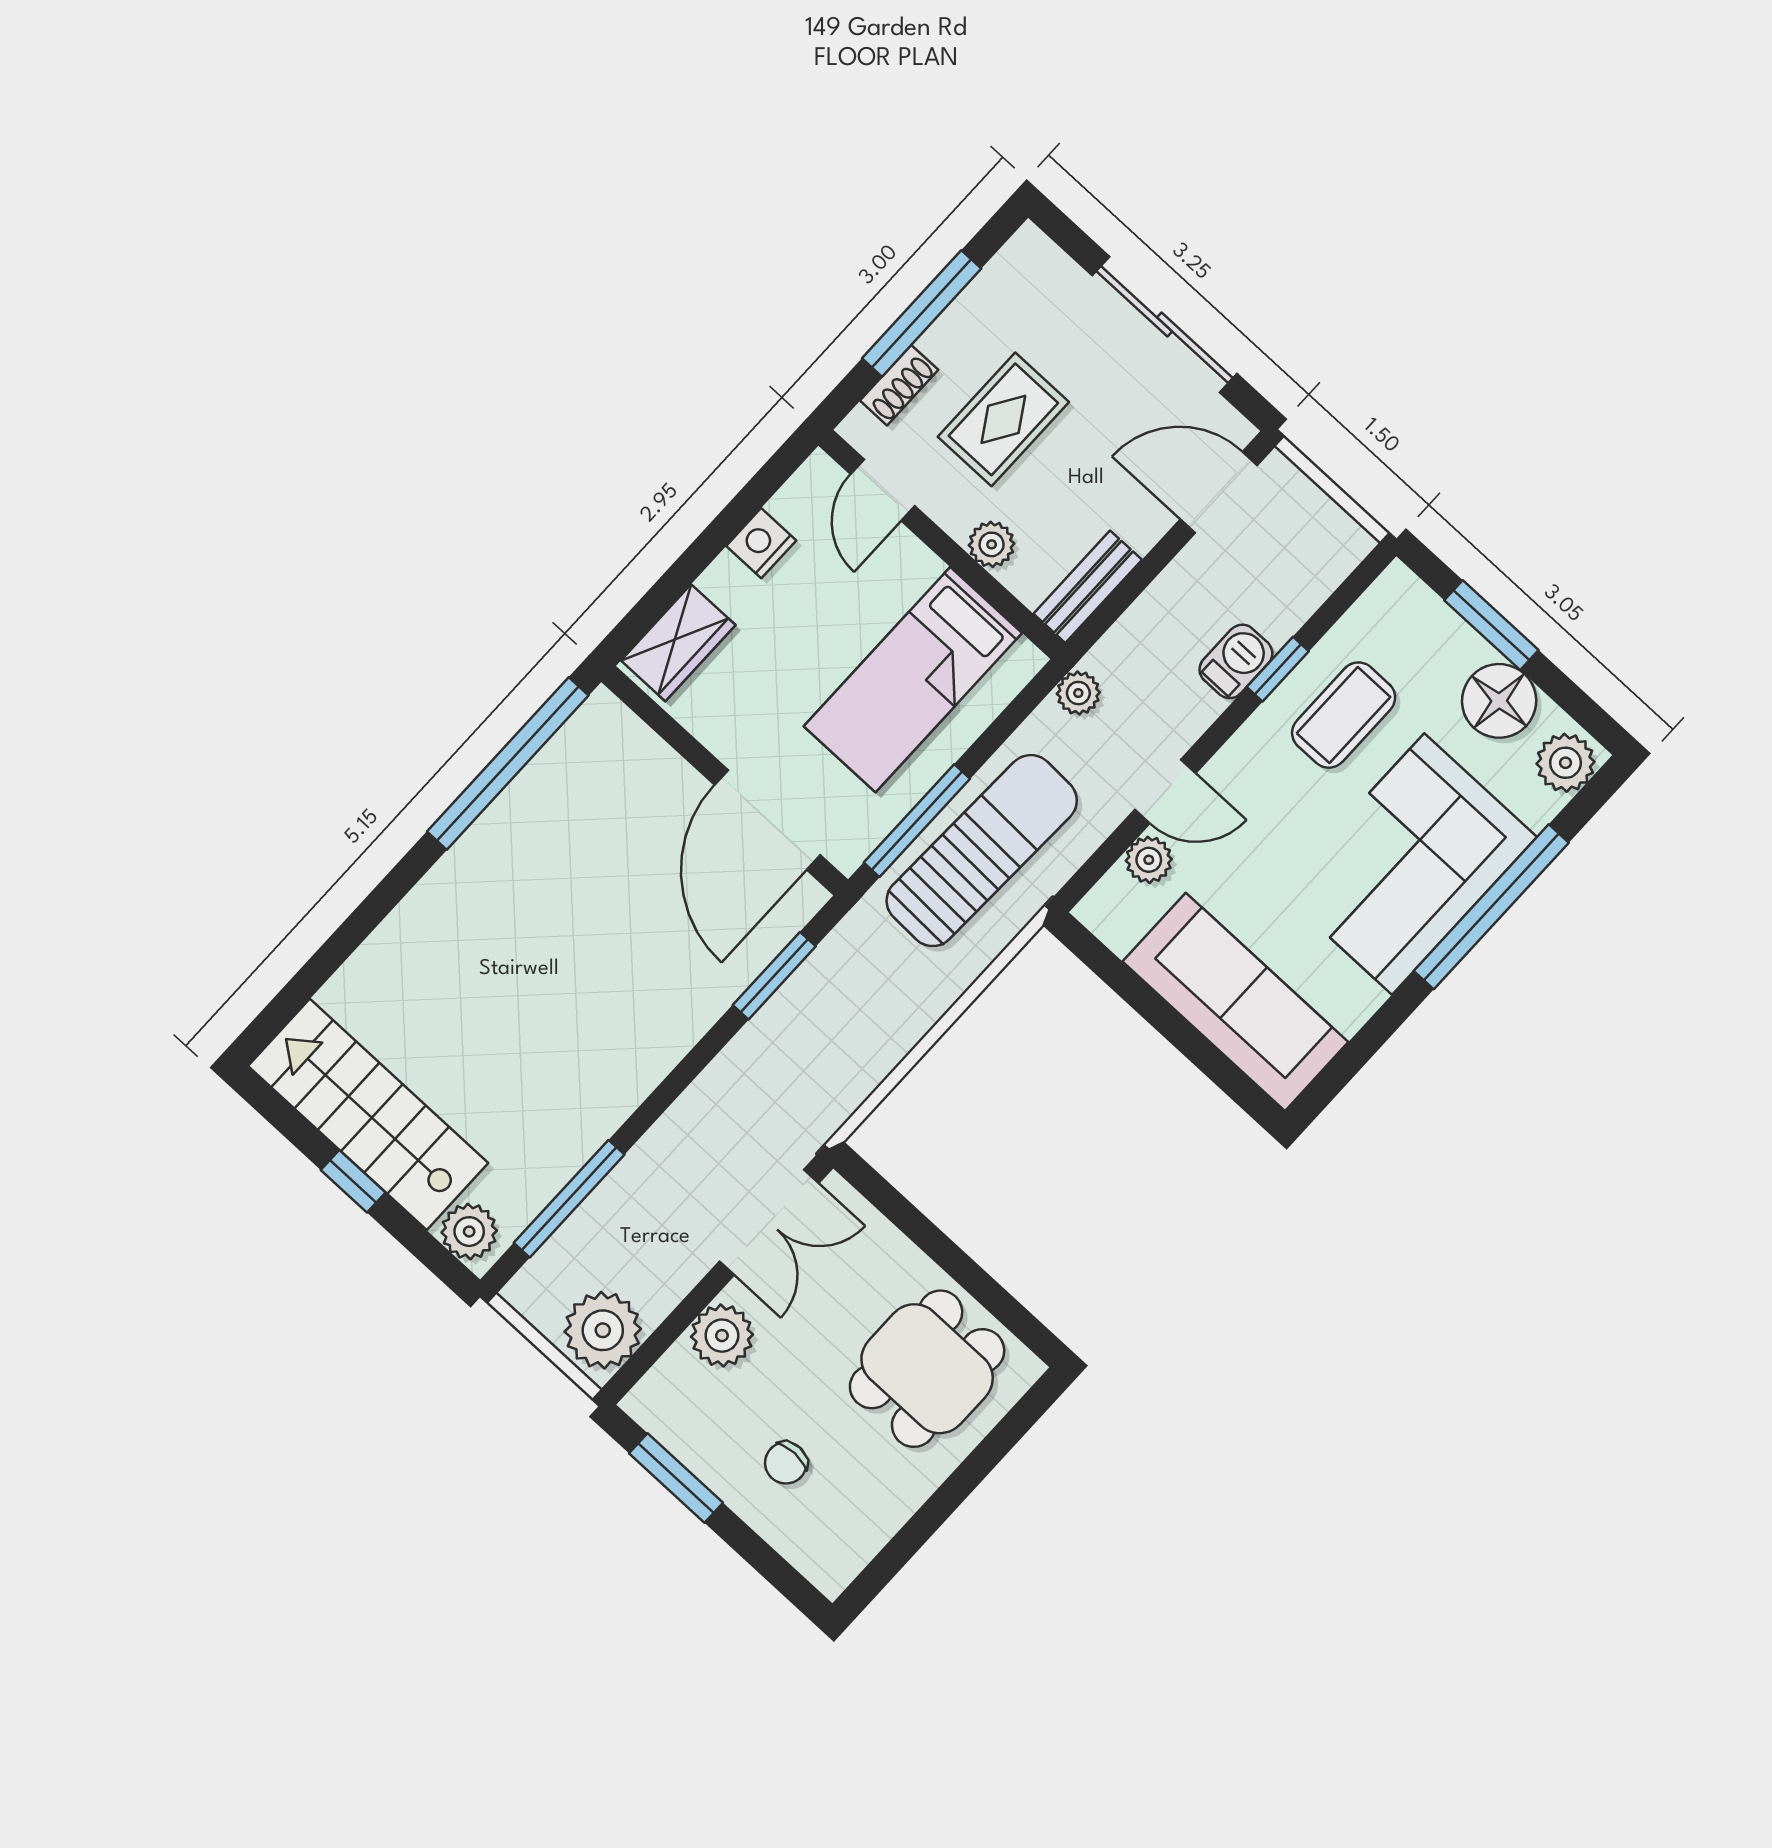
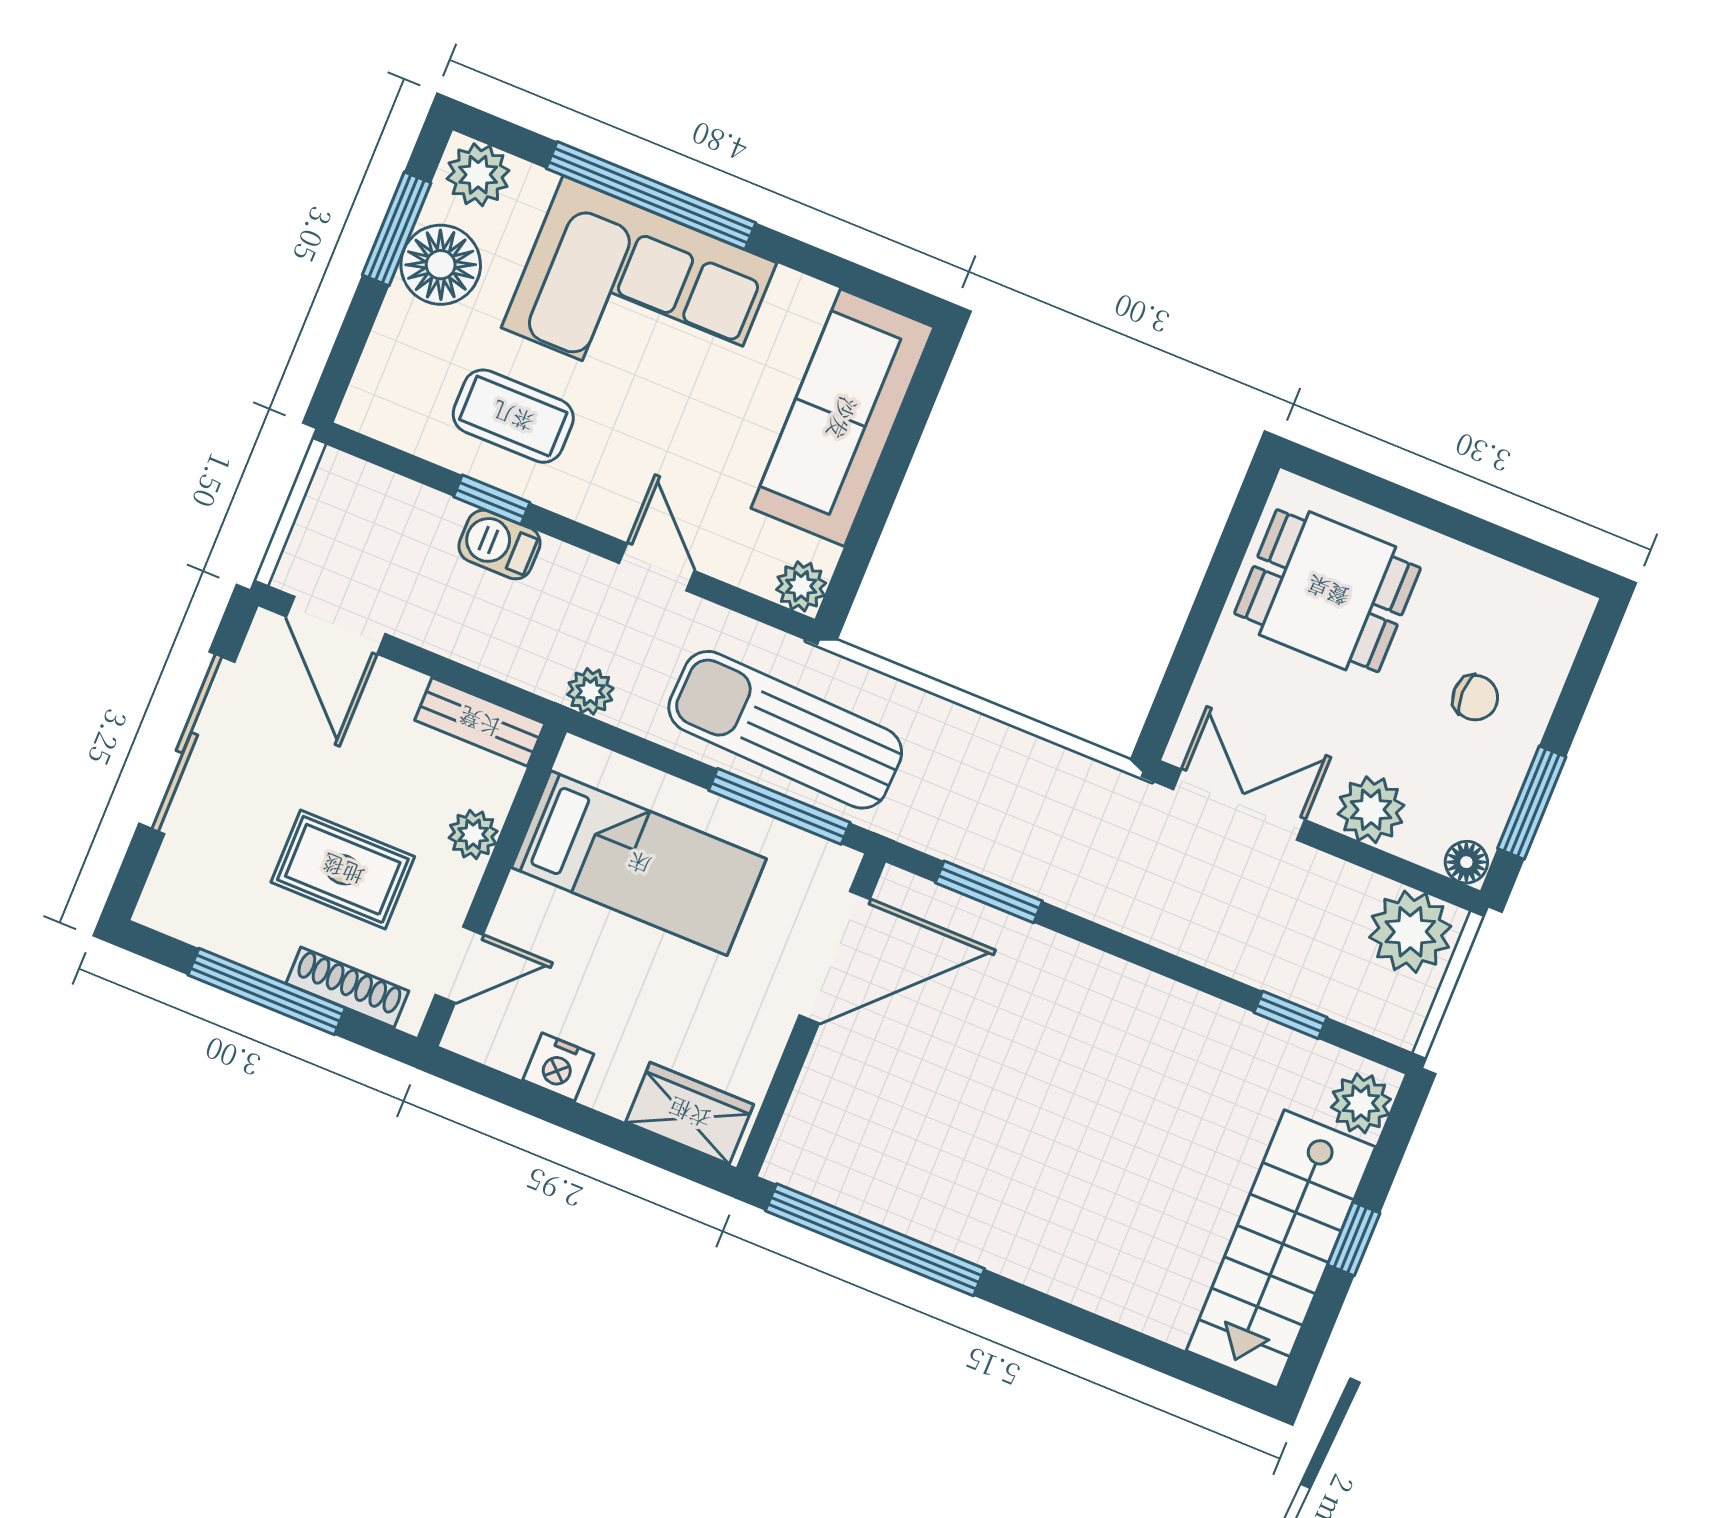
shoe rack: (899, 385) -> (347, 987), width x1.43
window: (1491, 625) -> (397, 229), moved
plant: (1149, 860) -> (801, 586), moved
window: (569, 1199) -> (1290, 1015), width x0.46
floor lamp: (645, 1402) -> (1466, 862), added

